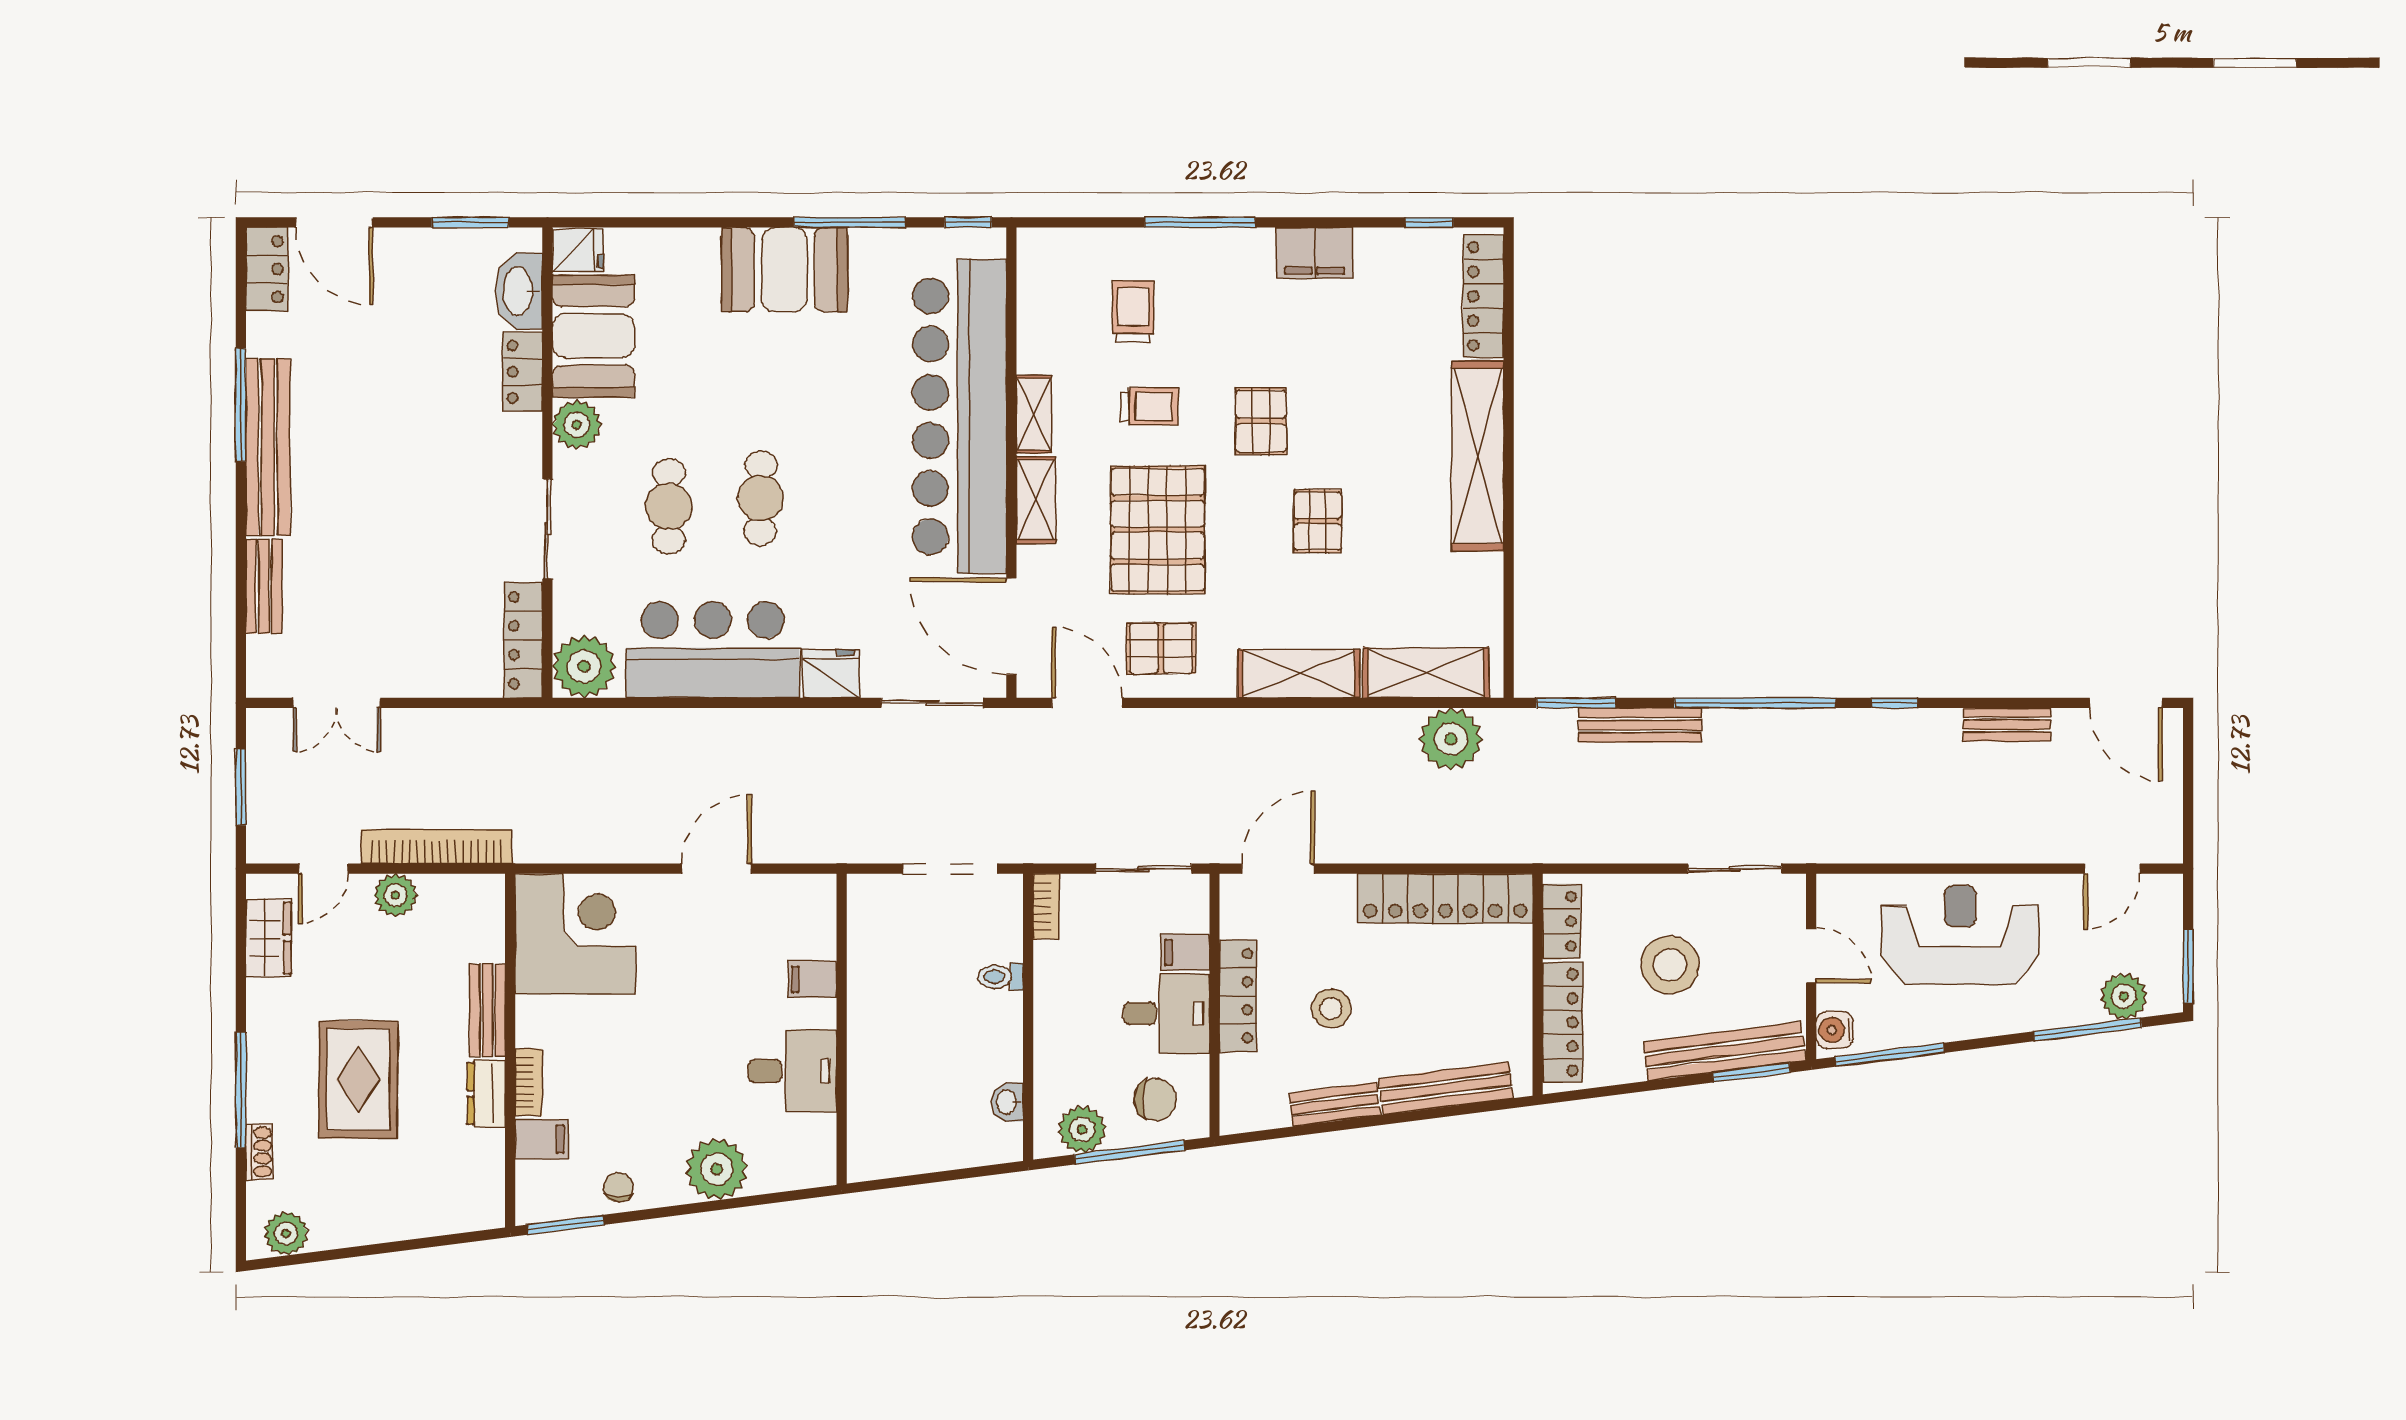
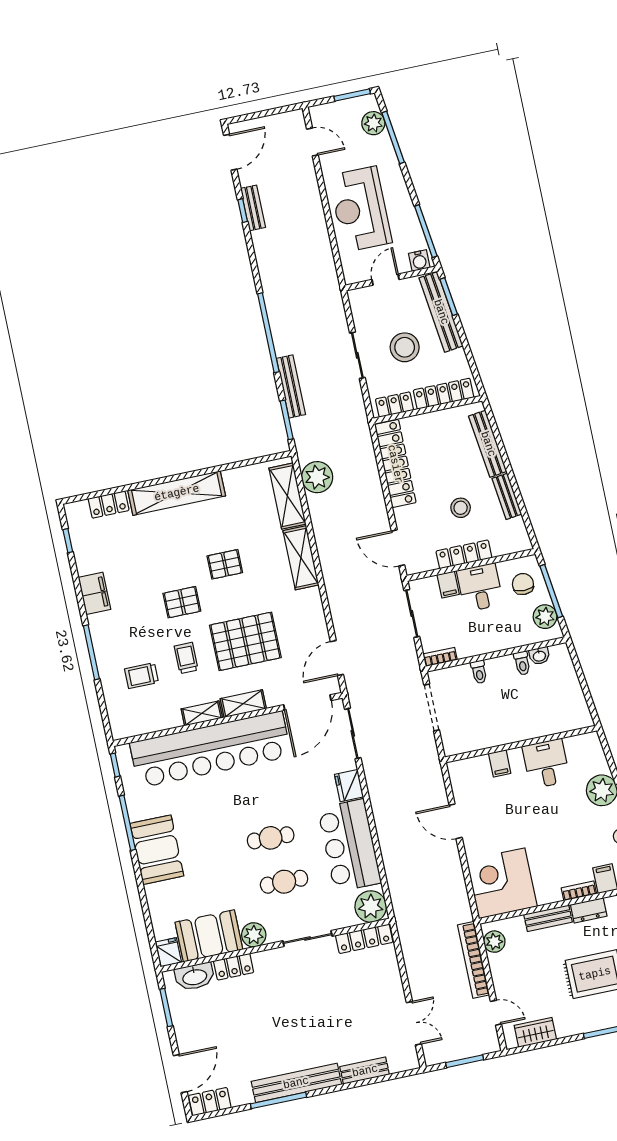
locker: (1483, 296) -> (109, 505), width x0.66
pallet: (1161, 648) -> (303, 628), removed
window: (1894, 703) -> (243, 211), moved
sliding door: (1735, 869) -> (357, 355), moved
plant: (395, 895) -> (494, 942), moved
toilet: (1000, 1065) -> (522, 663), added

